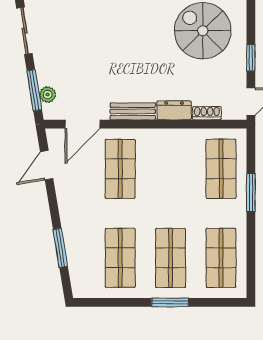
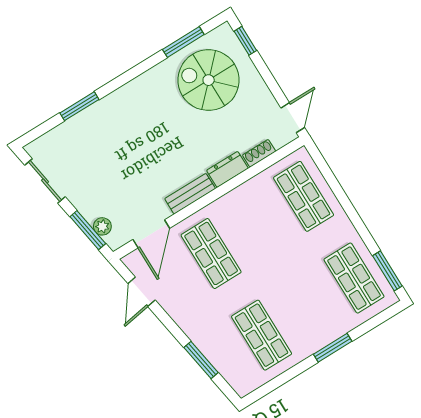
window: (251, 58) -> (245, 41), moved
window: (251, 193) -> (387, 271), moved
shop shelf: (171, 258) -> (308, 307), removed

